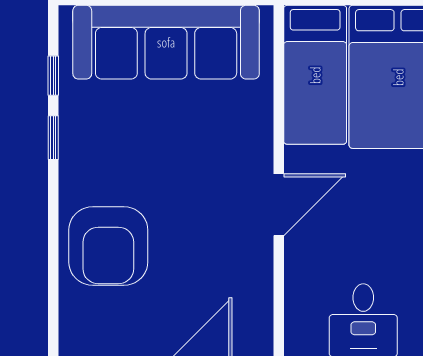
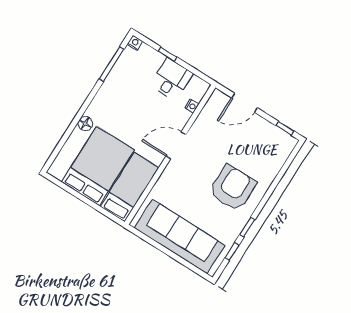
armchair: (108, 246) -> (233, 188), moved
nightstand: (295, 295) -> (192, 106), added

